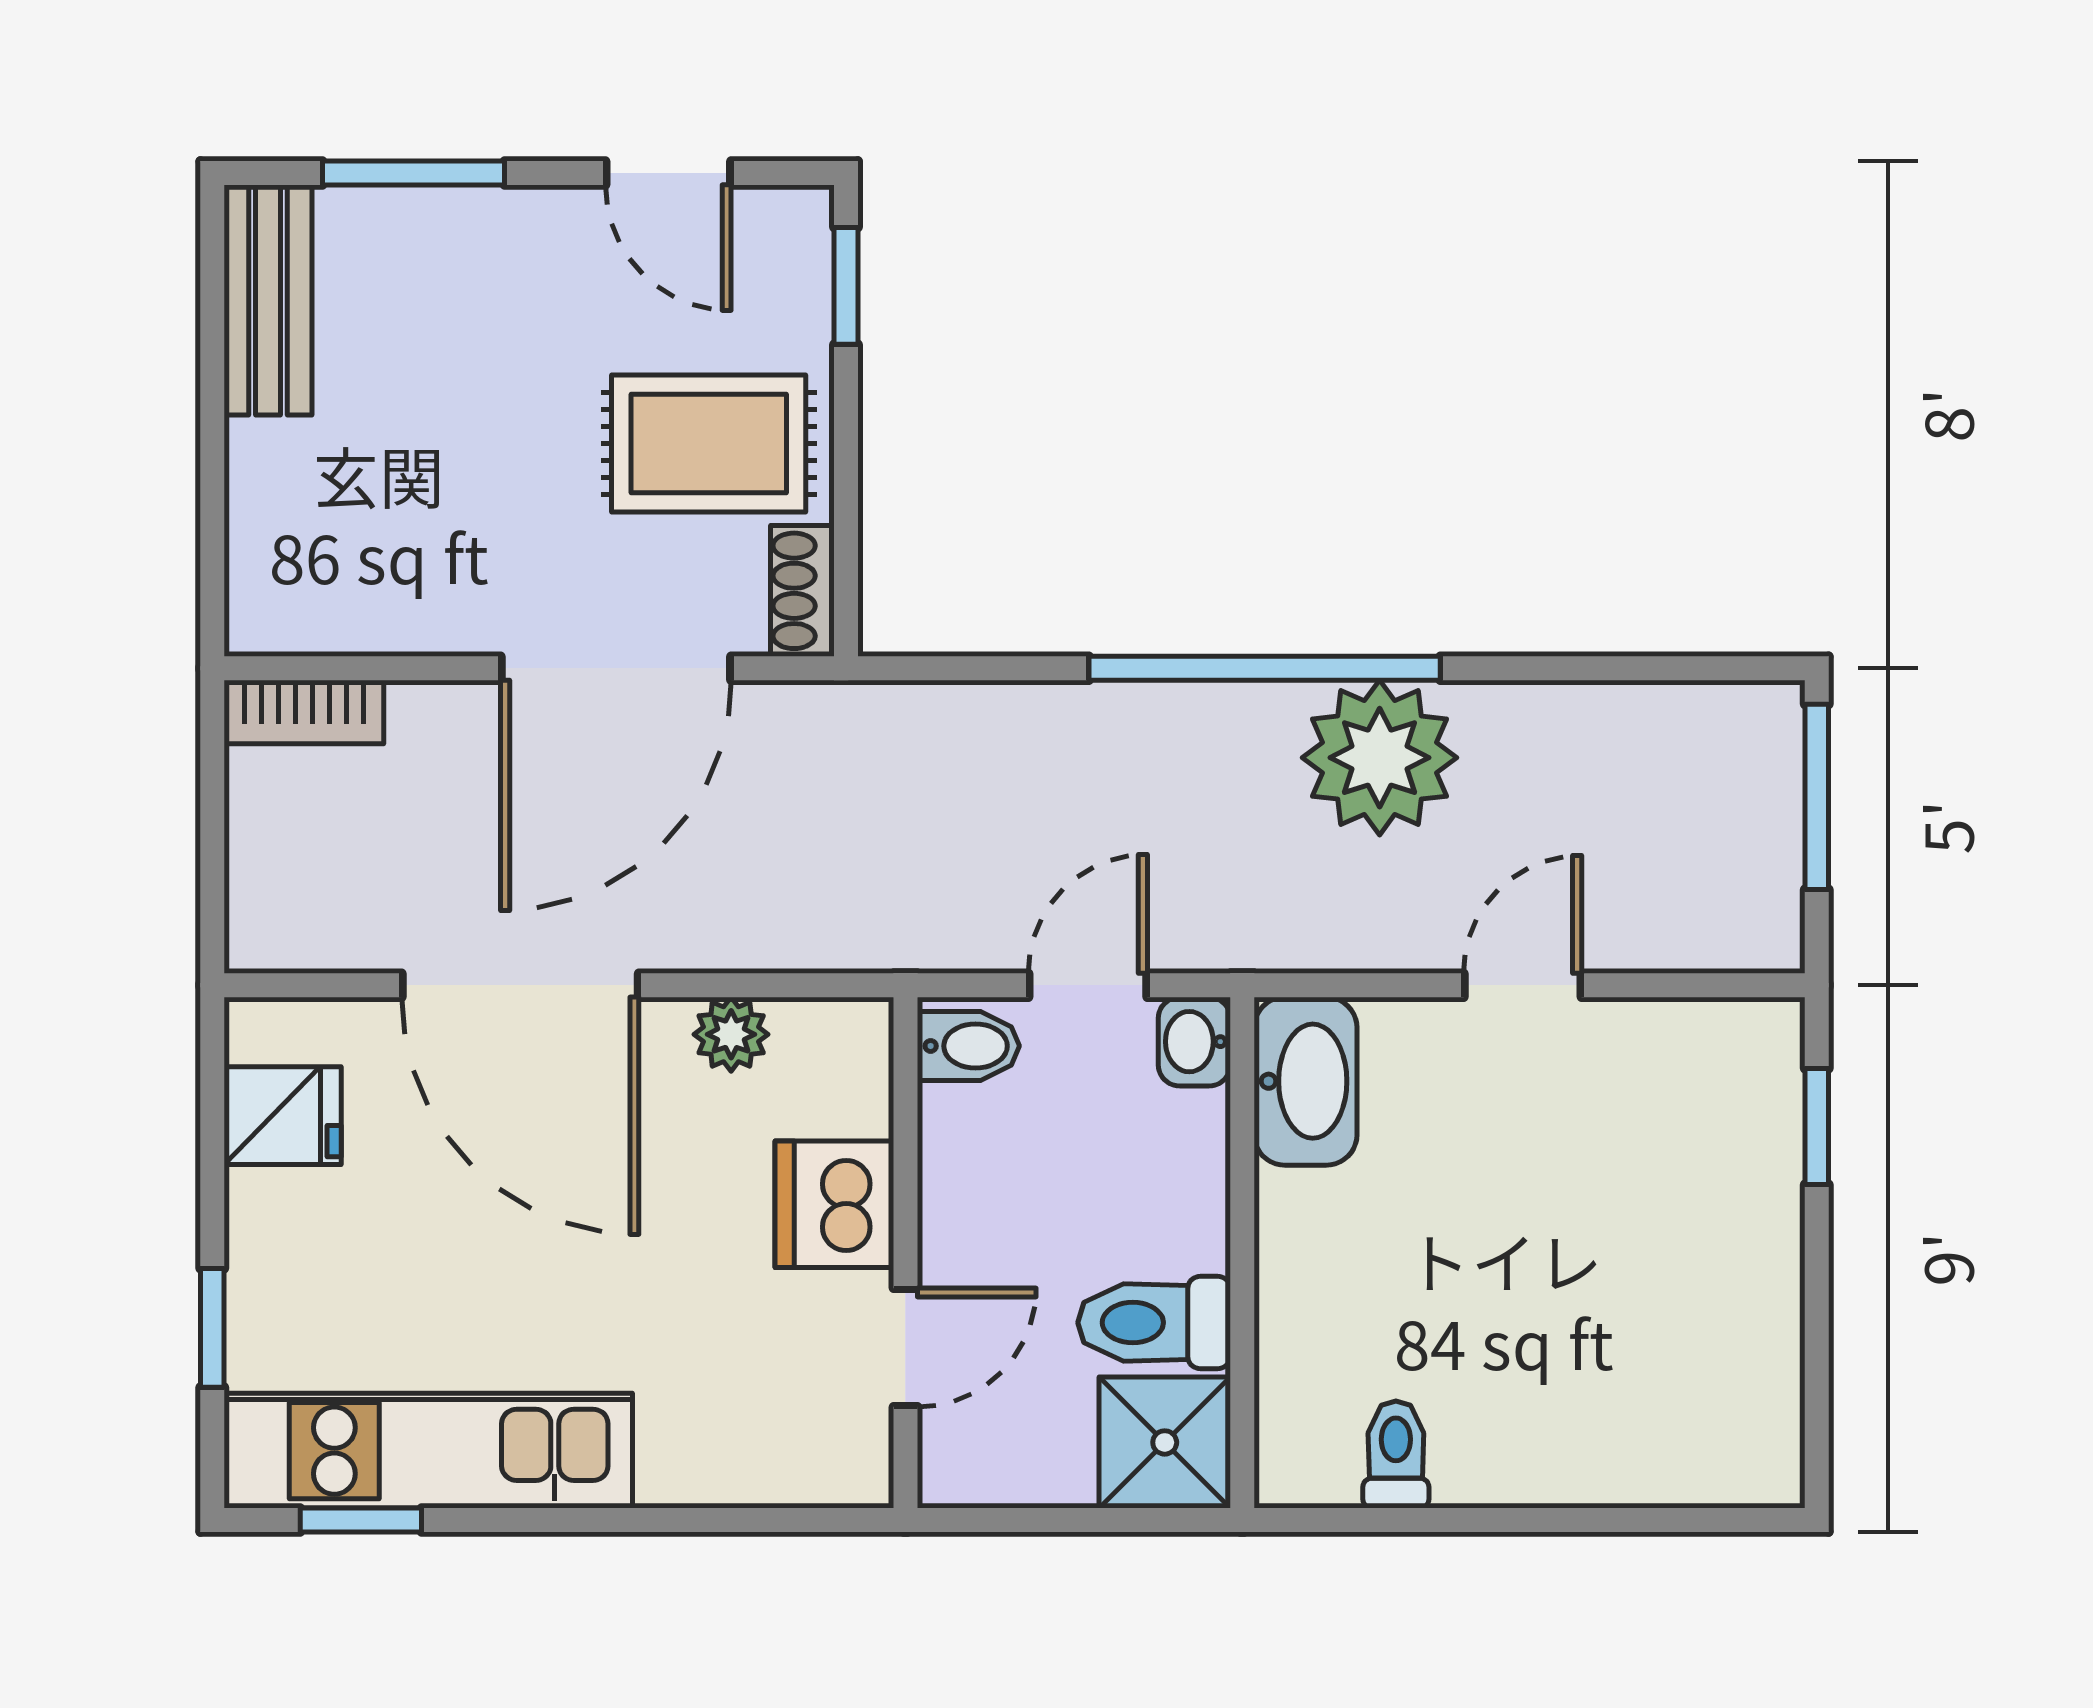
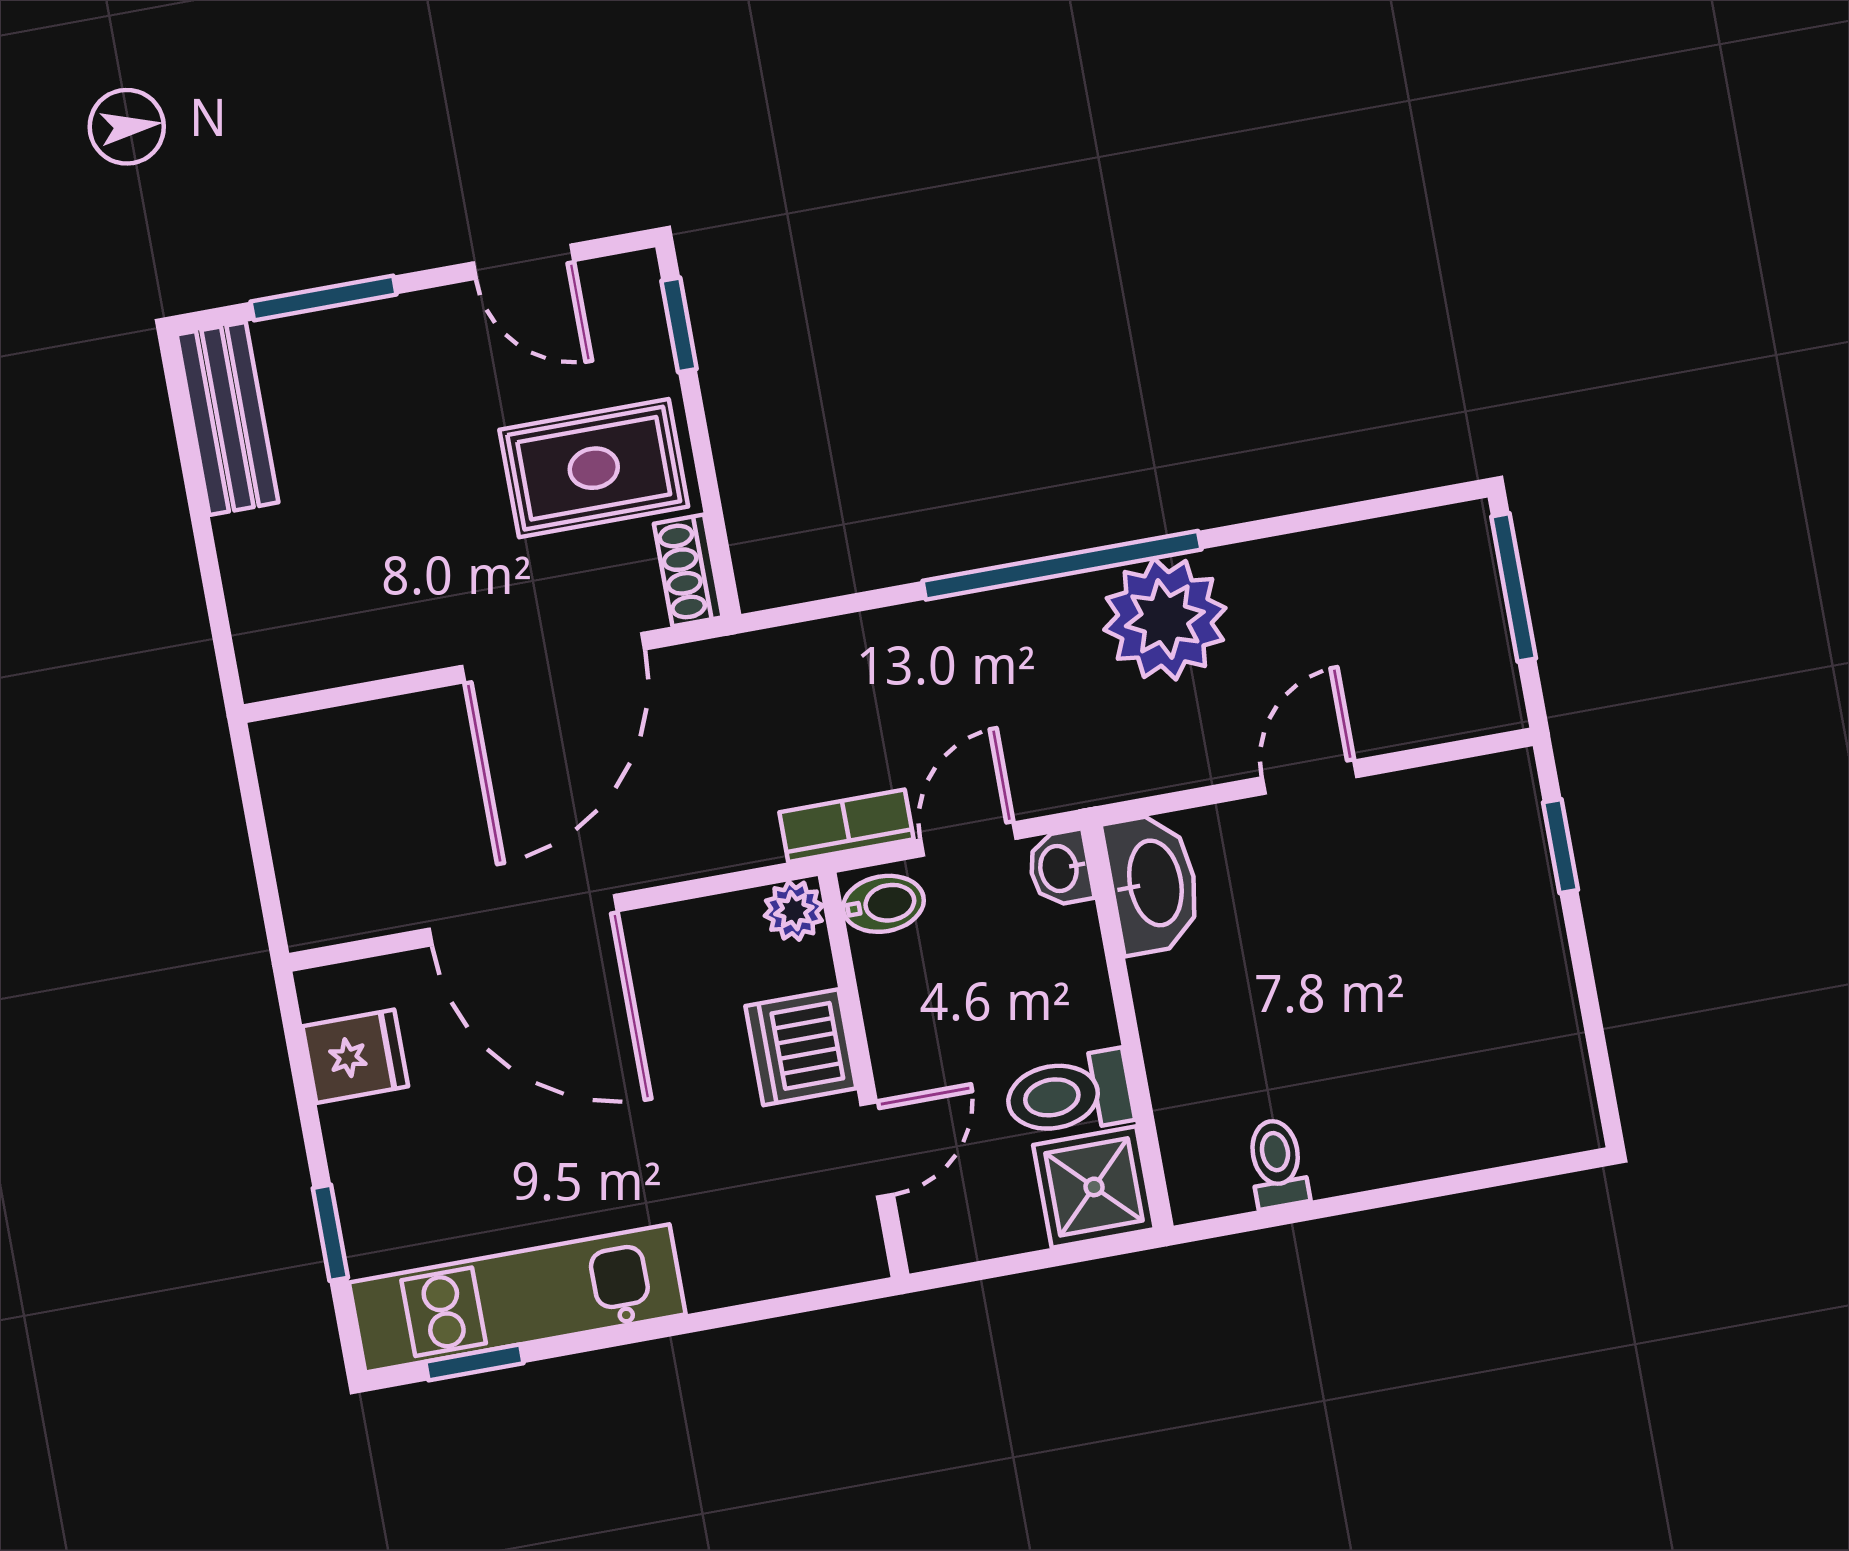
bookcase: (304, 712) -> (847, 826), moved, turned 180
plant: (731, 1034) -> (794, 911), moved

